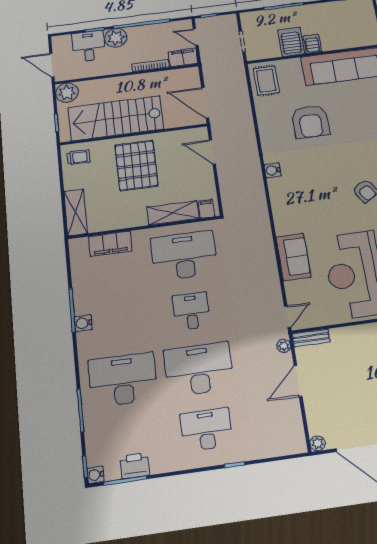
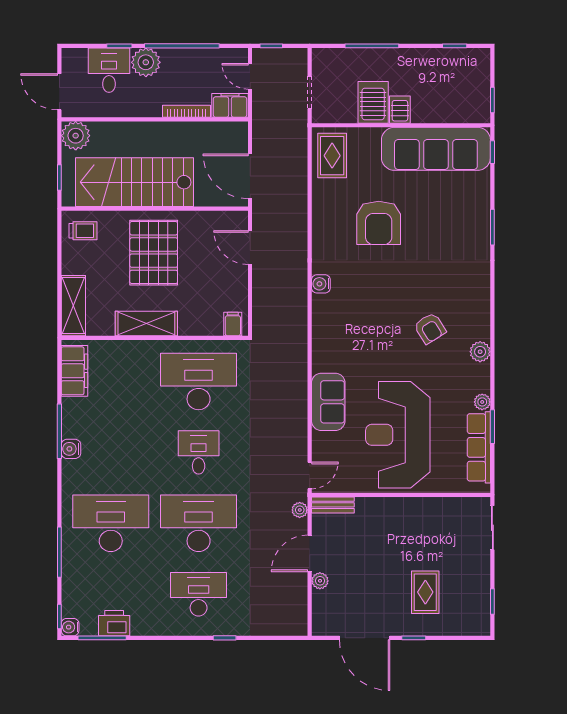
shelving: (173, 213) -> (146, 323), moved
filing cabinet: (110, 244) -> (74, 371), moved, turned -90
plant: (318, 443) -> (320, 581), moved

